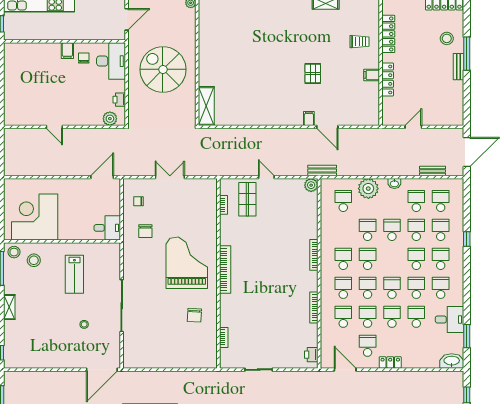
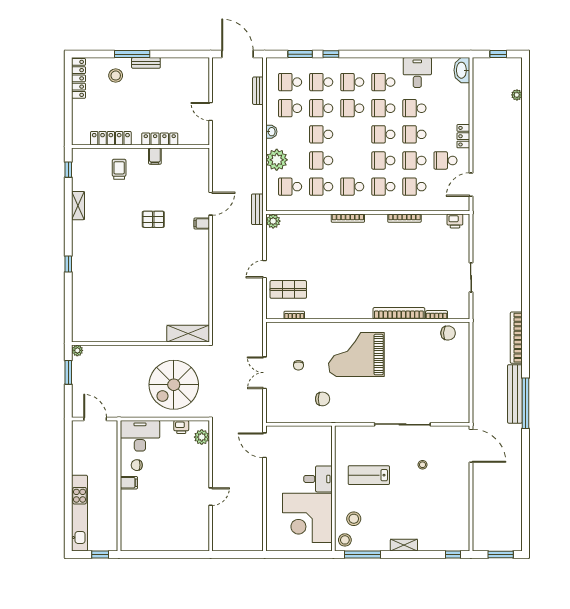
spiral stairs: (163, 69) -> (174, 385), moved
chair: (138, 201) -> (298, 365), moved
desk: (107, 228) -> (318, 479), moved, turned 90
school desk: (368, 259) -> (321, 187), moved
bookcase: (225, 270) -> (399, 313), moved
lab bench: (74, 274) -> (369, 475), turned 180
chair: (194, 315) -> (448, 333), moved
window: (467, 336) -> (300, 54), moved

